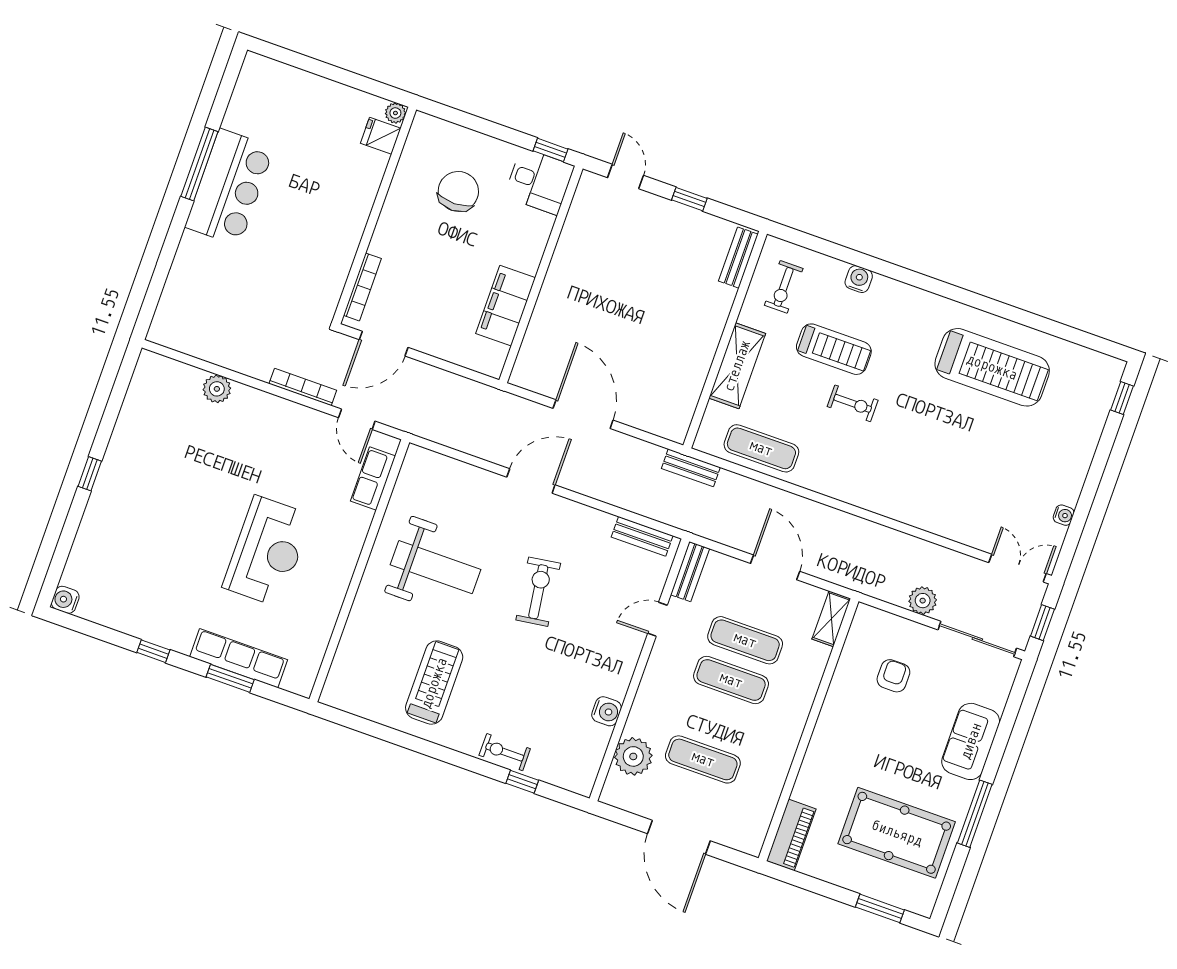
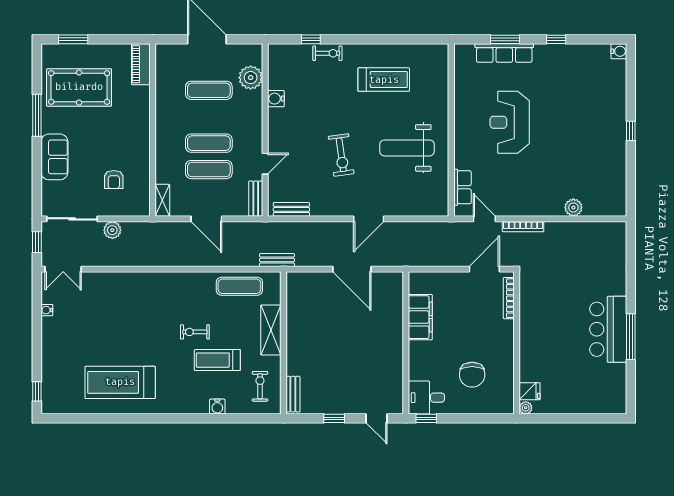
treadmill: (434, 683) -> (384, 80), turned -90

